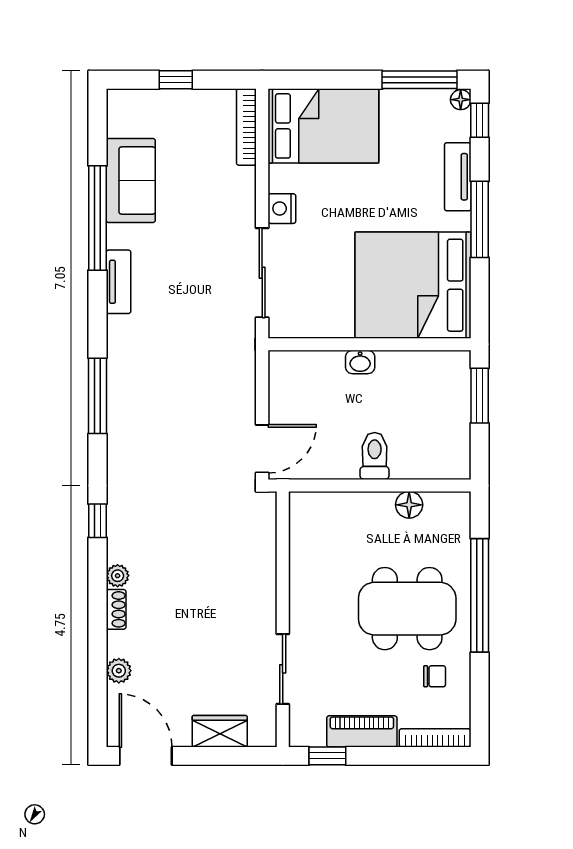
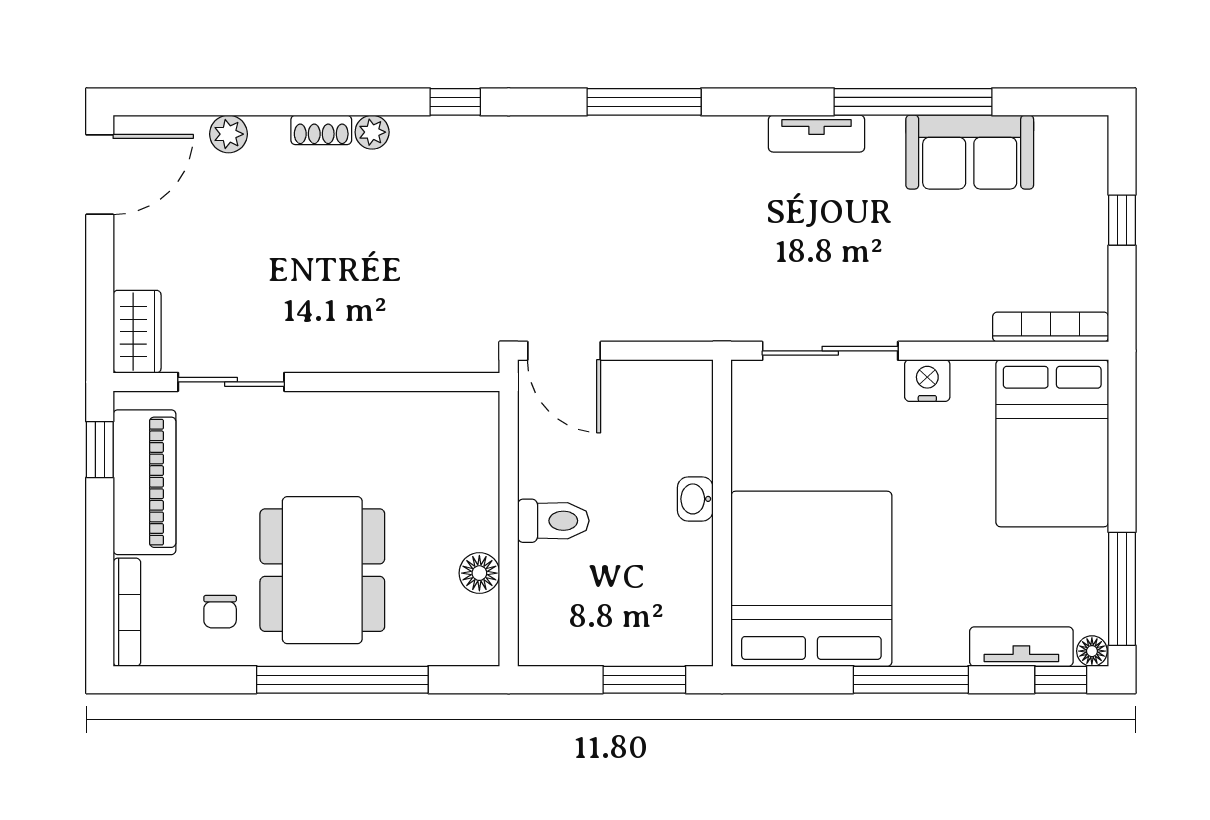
tv unit: (458, 177) -> (1021, 647), moved
wardrobe: (220, 731) -> (137, 332), moved
piano: (362, 731) -> (145, 482), width x1.37, depth x1.33

